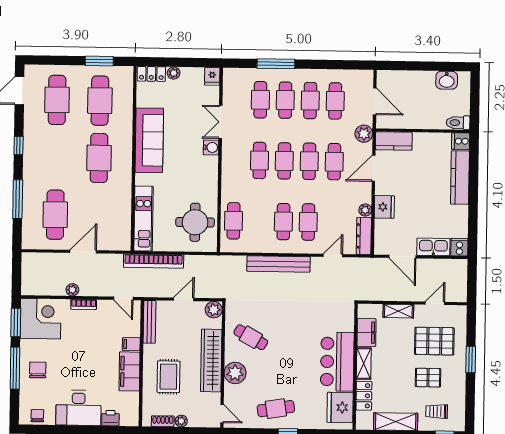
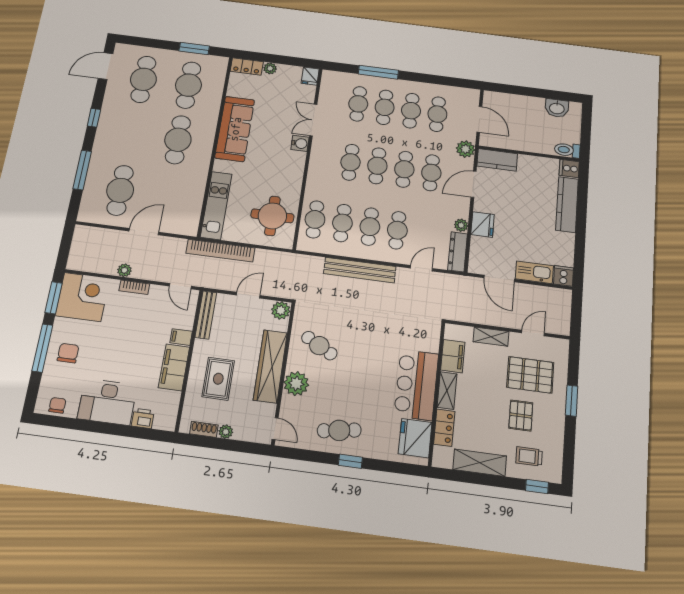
cafe table: (258, 221) -> (342, 223), added
pallet: (428, 378) -> (521, 416), turned 90

